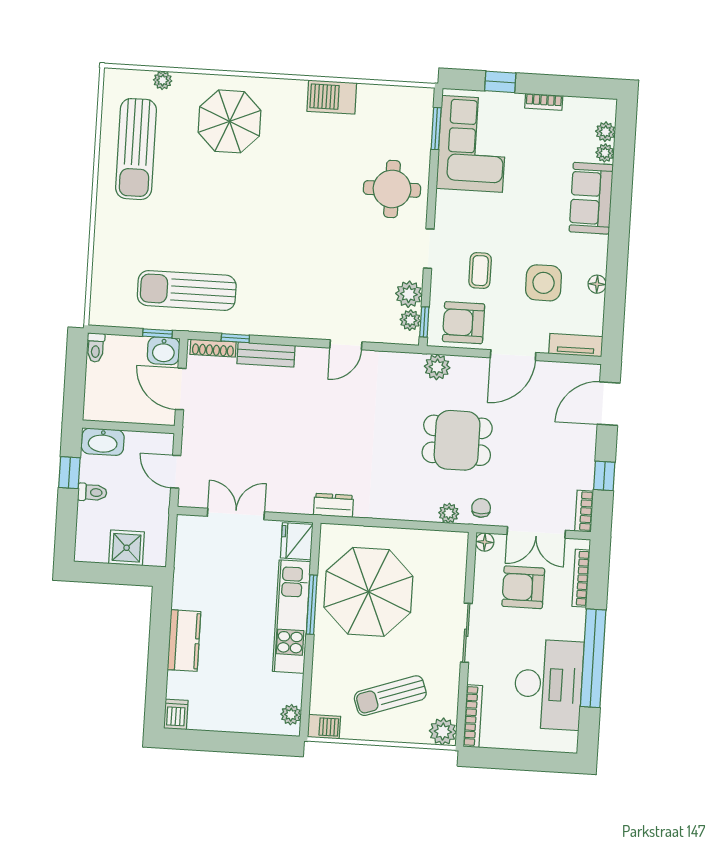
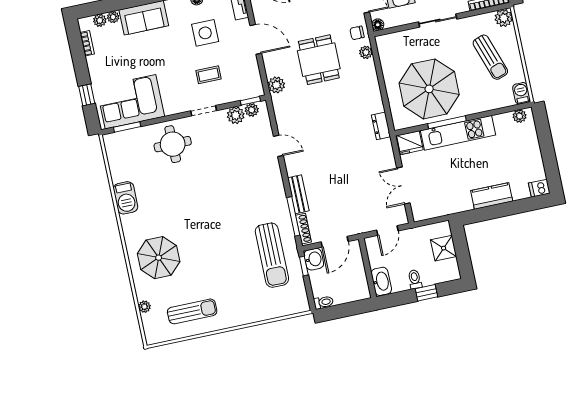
bookcase: (544, 102) -> (87, 43), moved
sun lounger: (136, 149) -> (192, 311), width x0.73, depth x0.75
armchair: (464, 323) -> (244, 76), removed
window: (235, 338) -> (293, 216), width x2.17
window: (69, 473) -> (426, 293), moved

